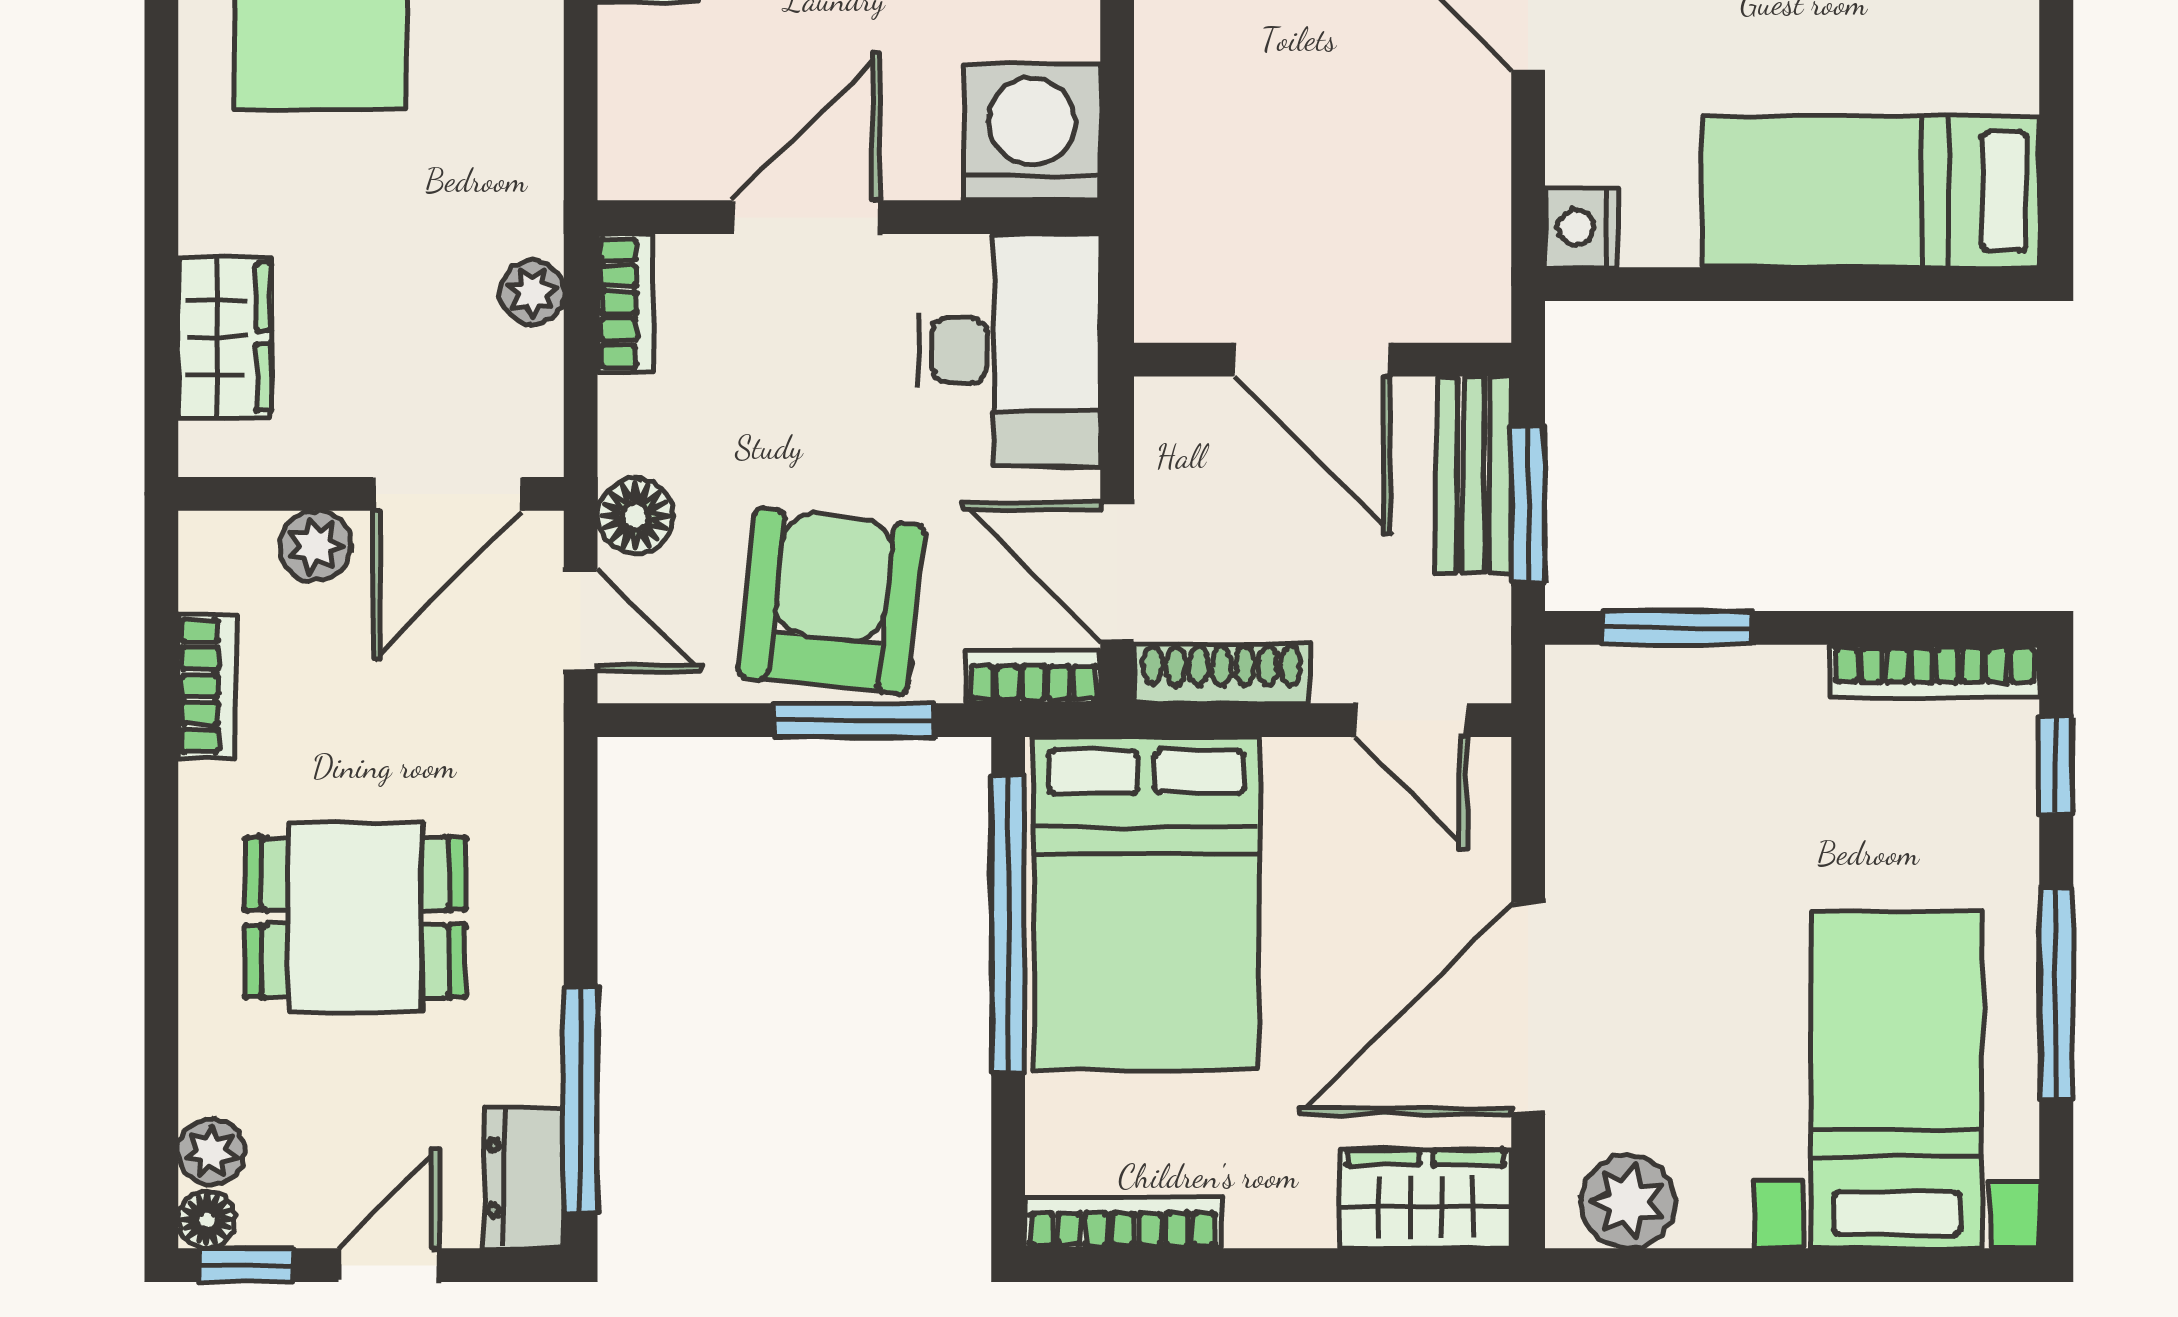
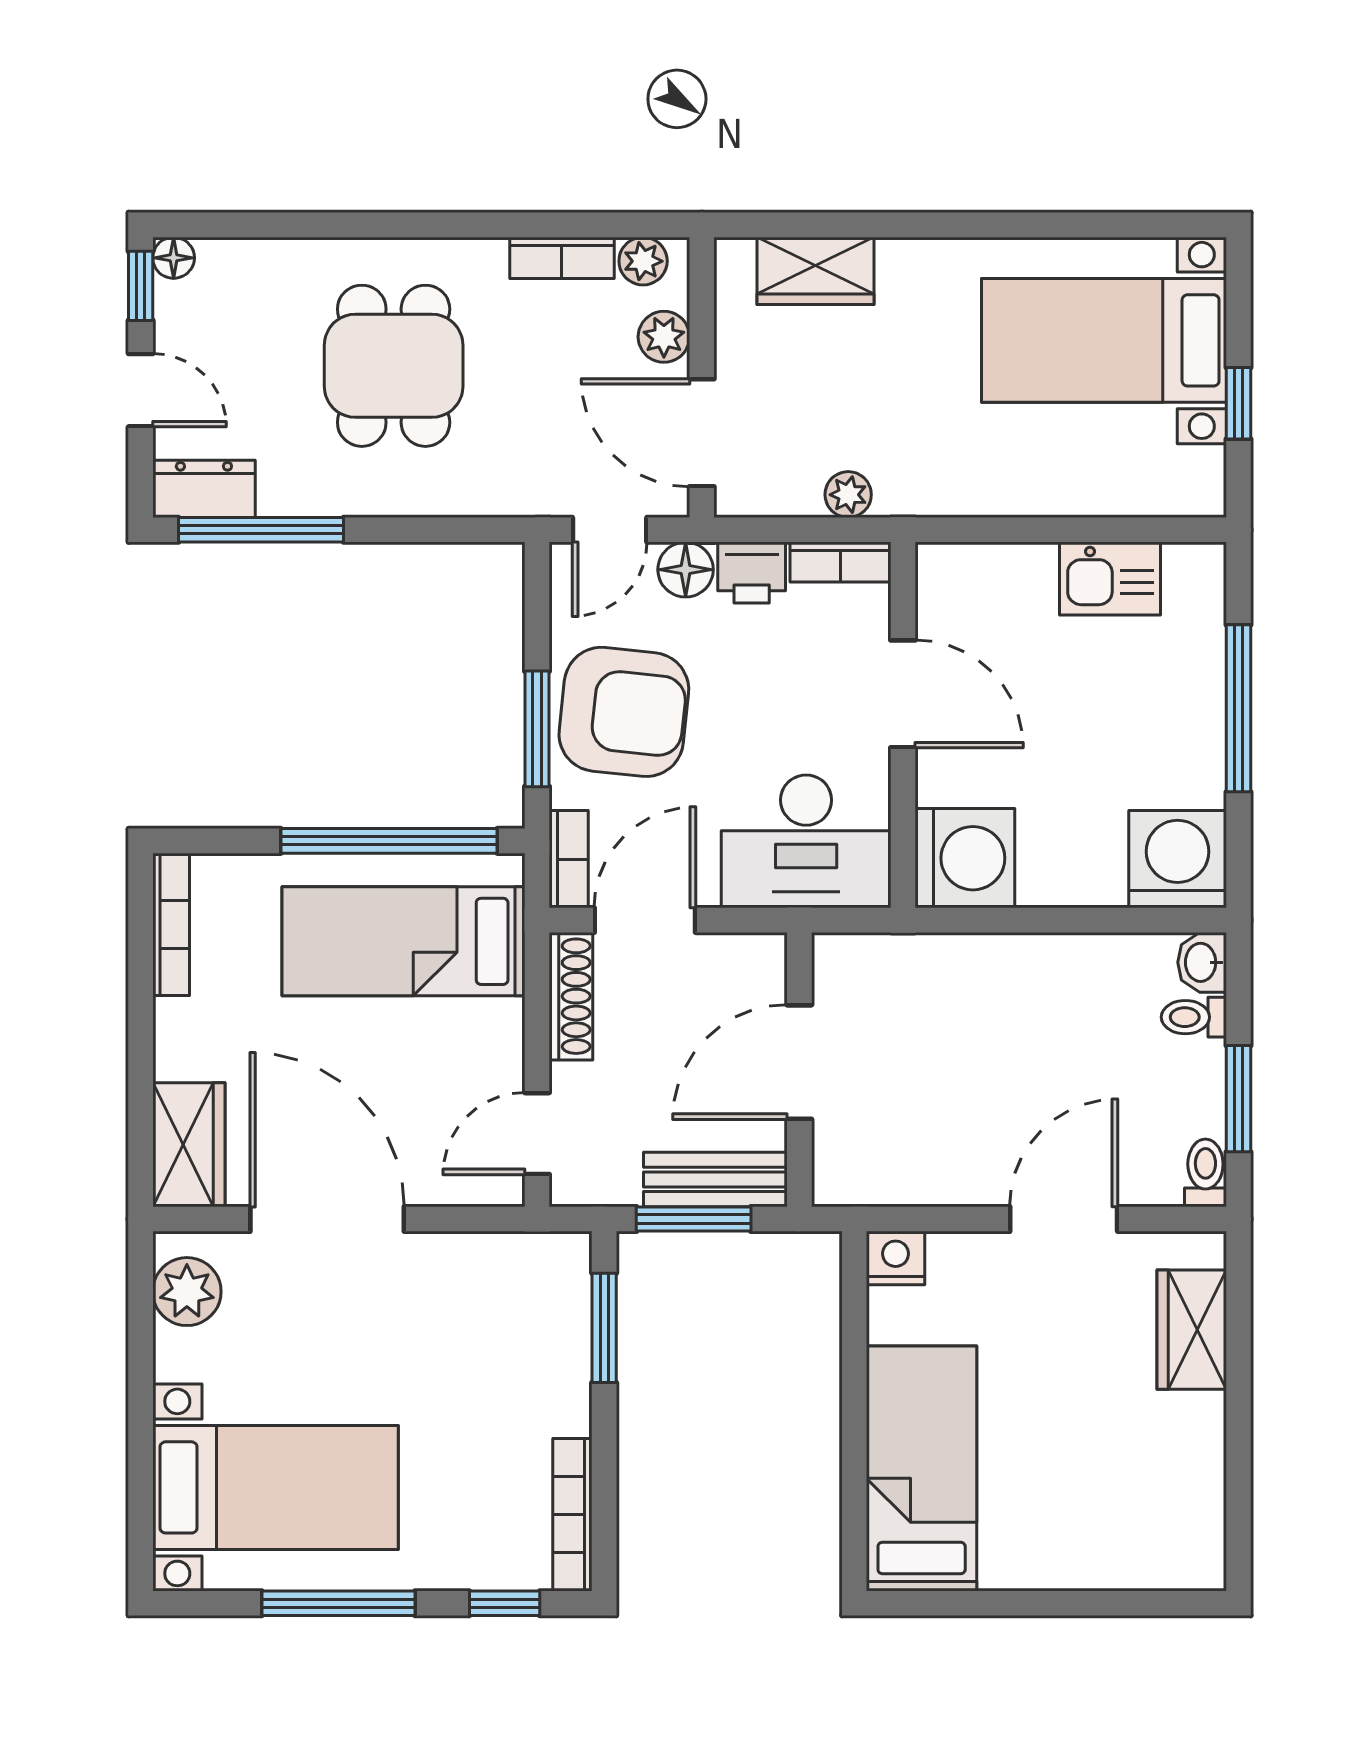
printer: (639, 425) -> (752, 573), added
bed: (1146, 904) -> (403, 941), width x0.67
plant: (211, 1152) -> (643, 261), moved

